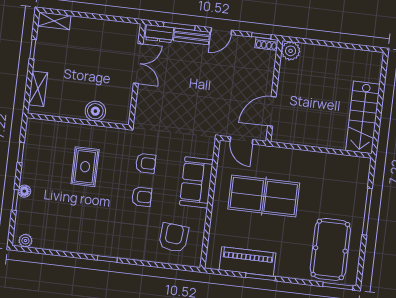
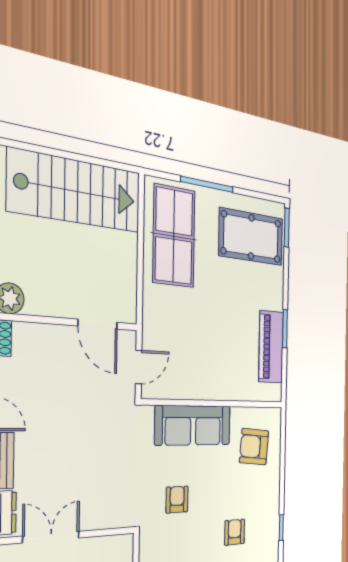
stairs: (363, 117) -> (76, 191), width x1.36, depth x1.51
sofa: (196, 182) -> (193, 425), width x1.36
table tennis table: (264, 196) -> (174, 236), moved
armchair: (142, 197) -> (235, 532), moved

